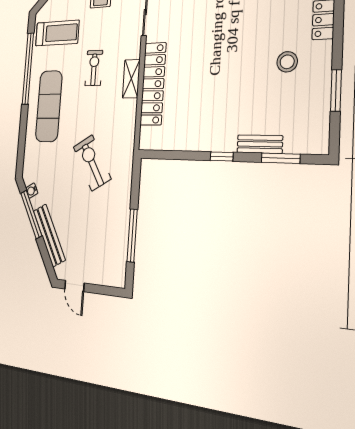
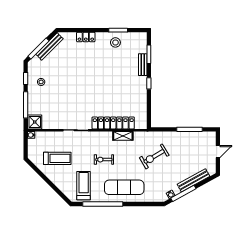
stool: (287, 62) -> (115, 42), moved
shelving: (131, 79) -> (123, 136), moved
door: (74, 286) -> (218, 152), moved

